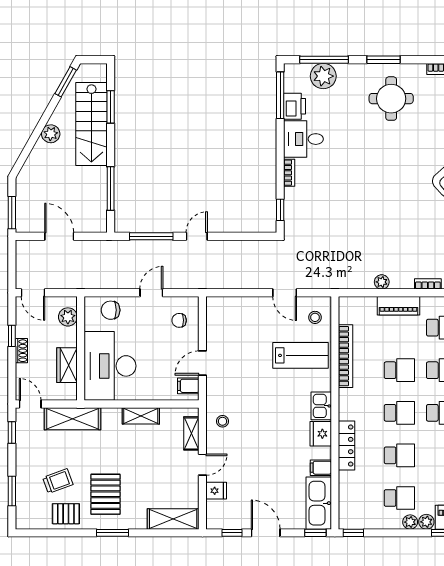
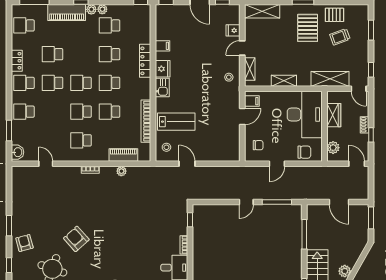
piano: (398, 306) -> (123, 155), moved
lab bench: (300, 355) -> (176, 122), turned 180
kitchen sink: (319, 503) -> (164, 22), removed

